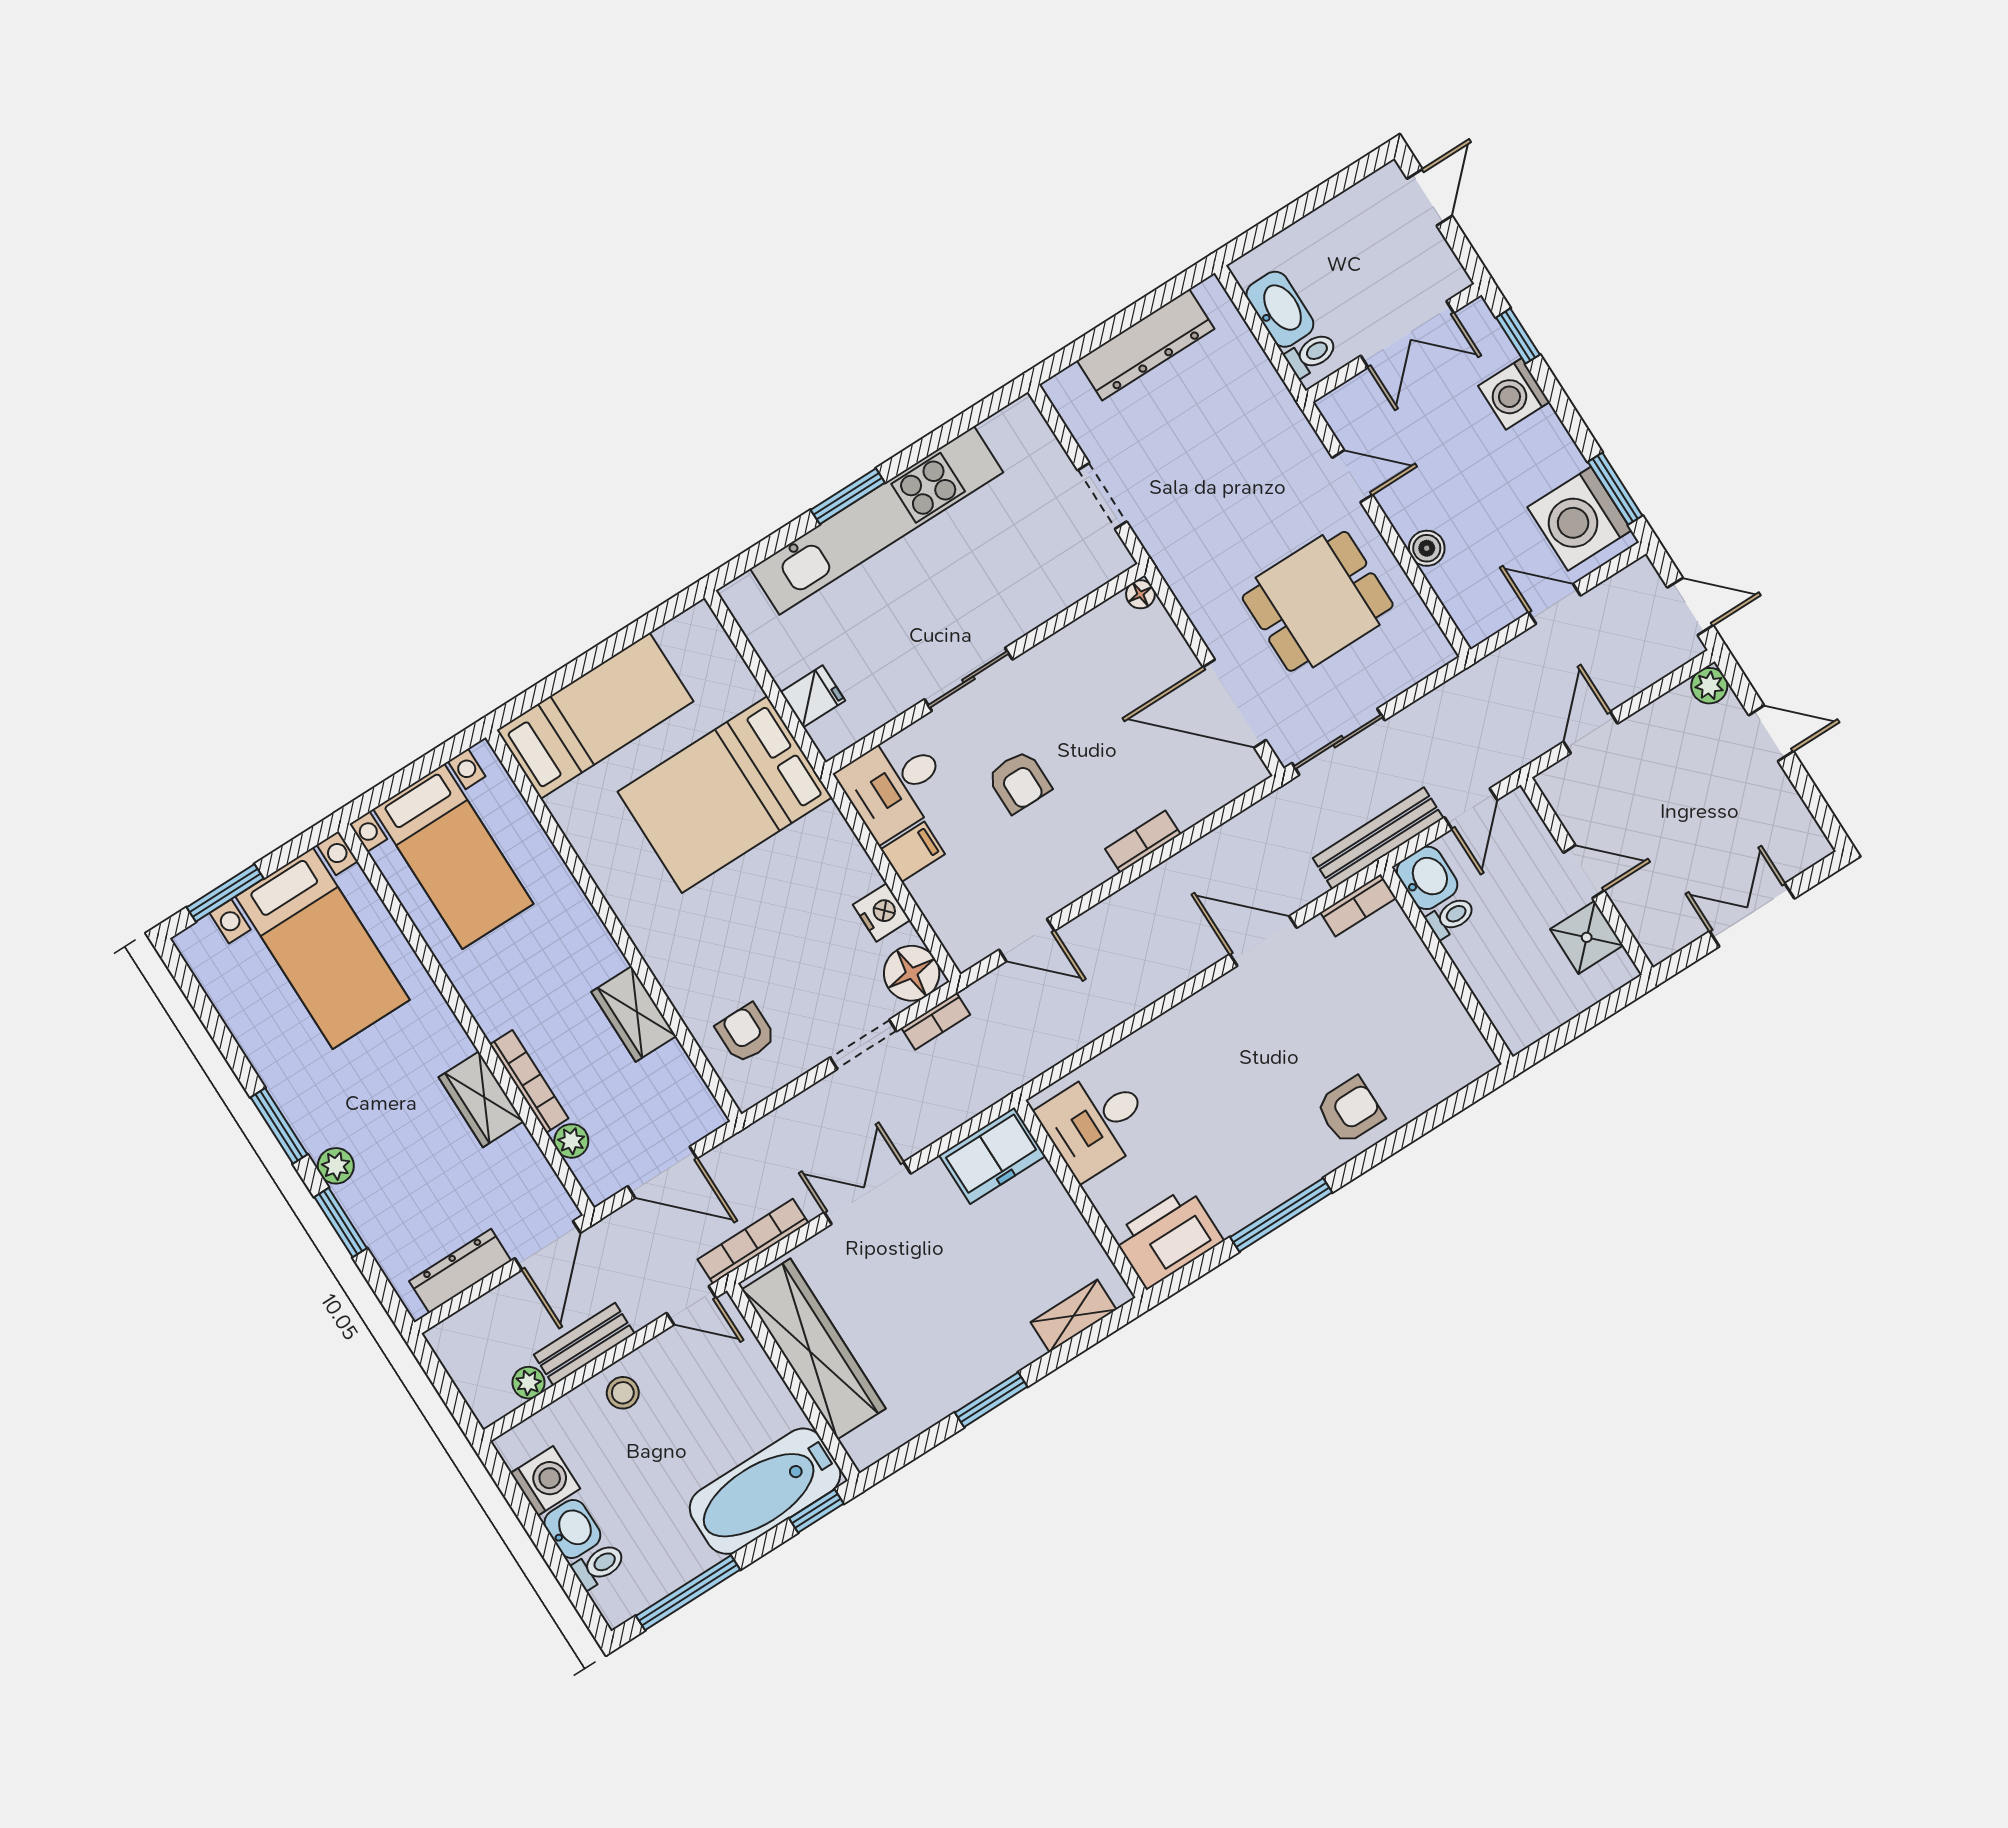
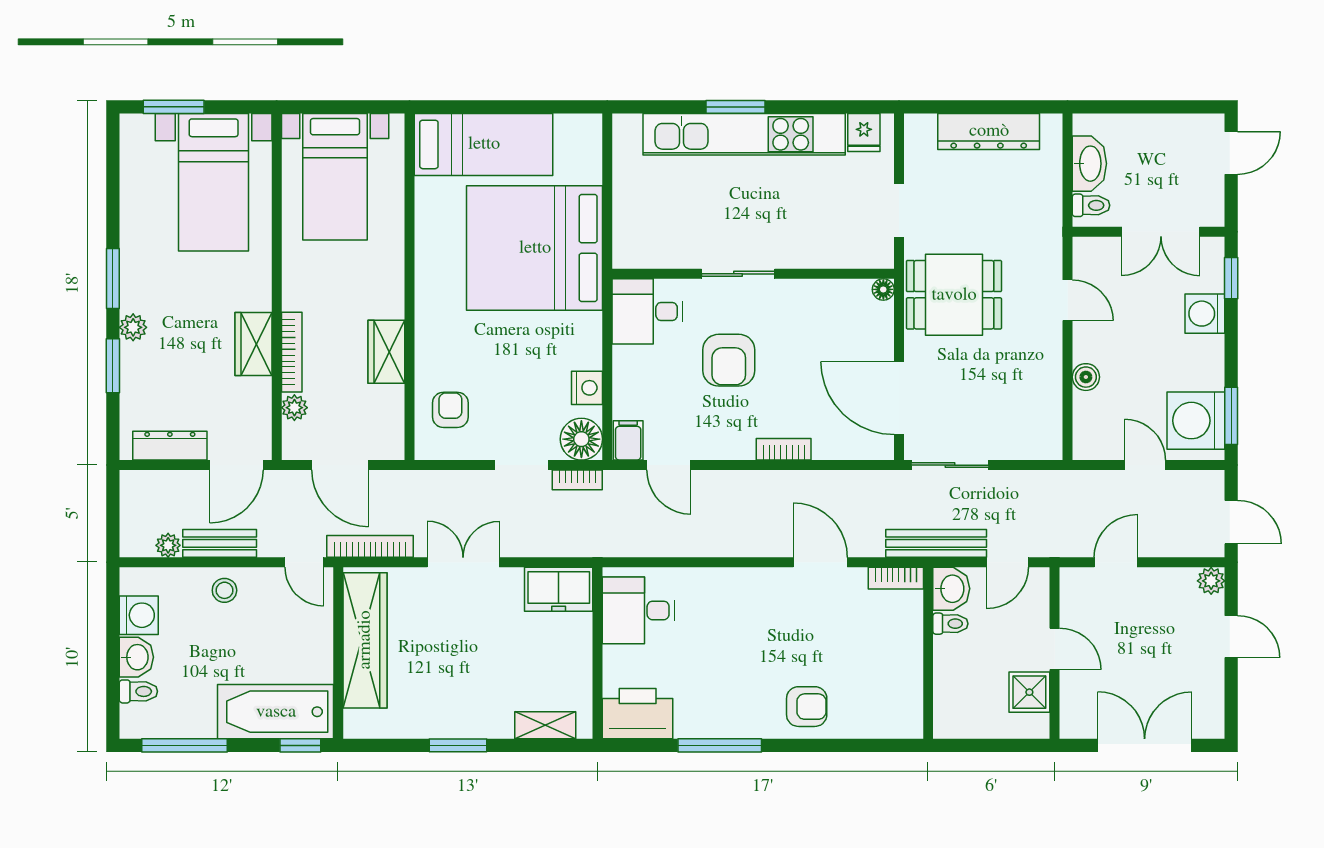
dining table: (1318, 601) -> (954, 295), moved
fridge: (813, 696) -> (864, 132), moved, turned 90
armchair: (1019, 782) -> (729, 360), width x1.38, depth x1.38
bed: (725, 794) -> (535, 248), width x1.36
filing cabinet: (913, 852) -> (628, 440), moved, turned -90
double door: (1752, 915) -> (1145, 745), width x1.37

